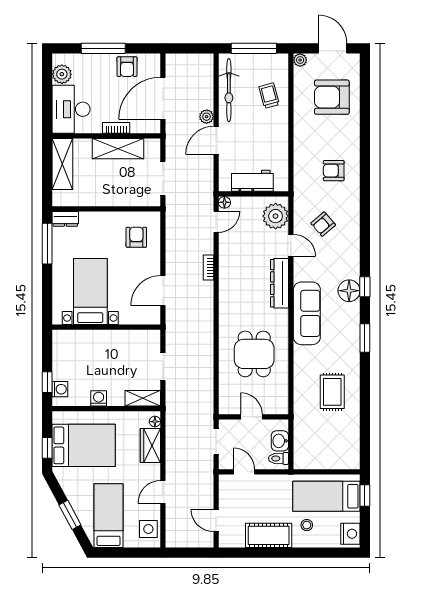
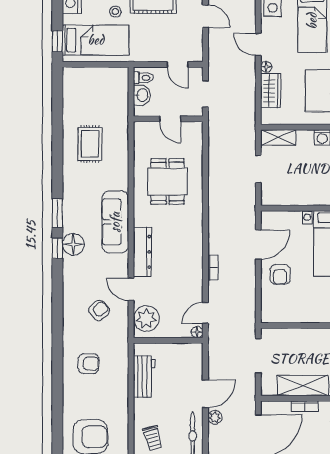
workbench: (252, 181) -> (144, 377), moved, turned -90
armchair: (136, 237) -> (280, 274), moved
window: (365, 338) -> (57, 213), moved
floor lamp: (155, 422) -> (266, 67), moved
door: (163, 492) -> (258, 45), swing flipped

